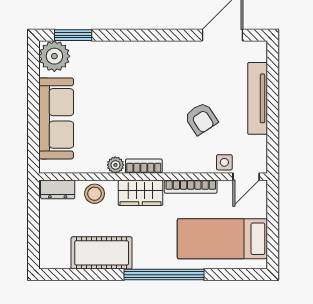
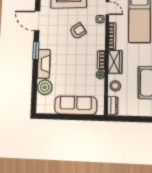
window: (73, 35) -> (36, 50), moved
fireplace: (136, 52) -> (44, 64), added
plant: (54, 56) -> (45, 87), moved

